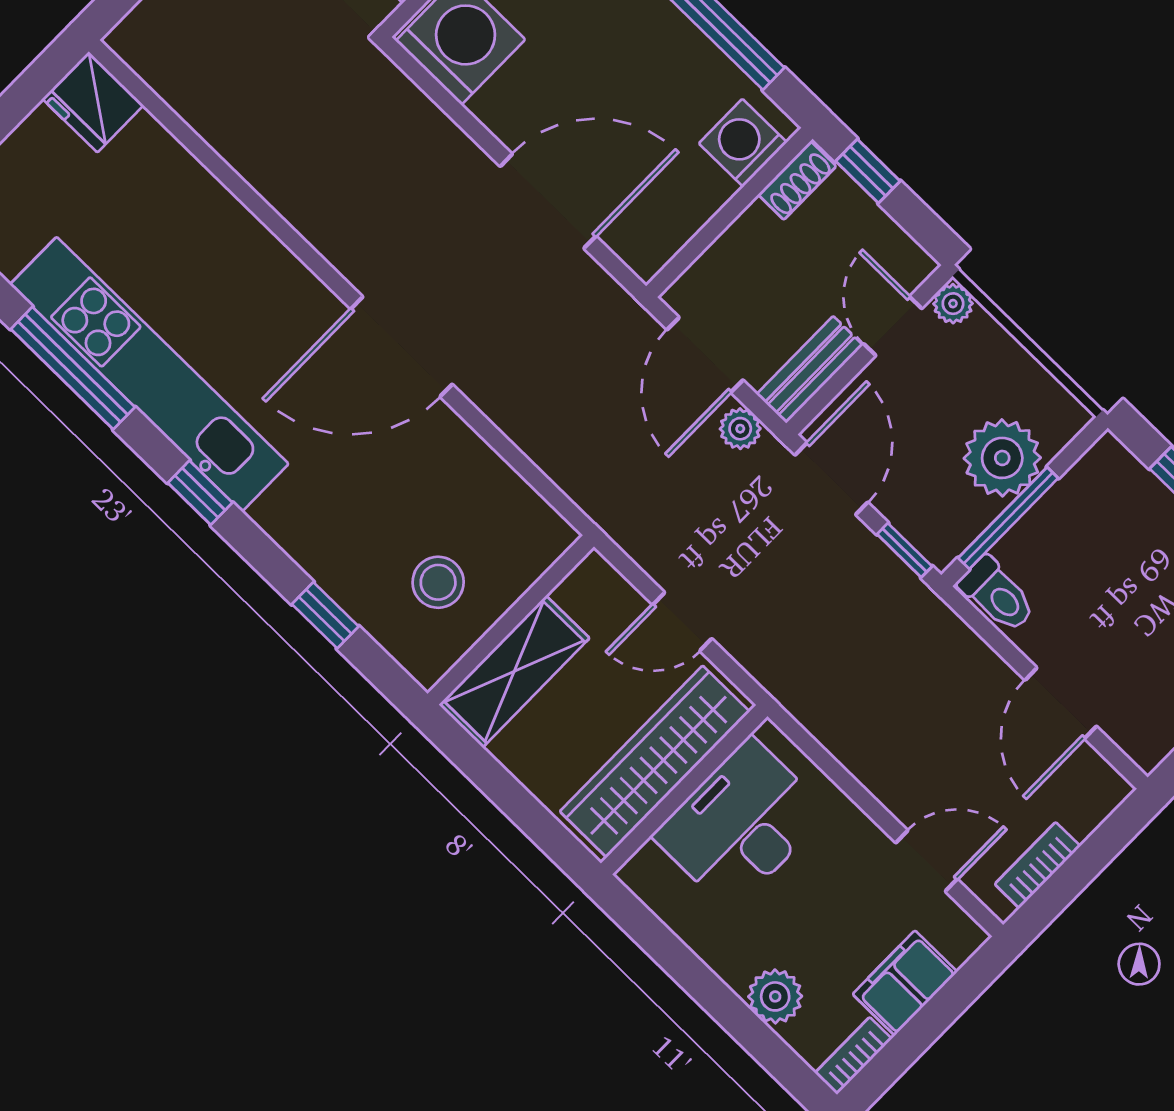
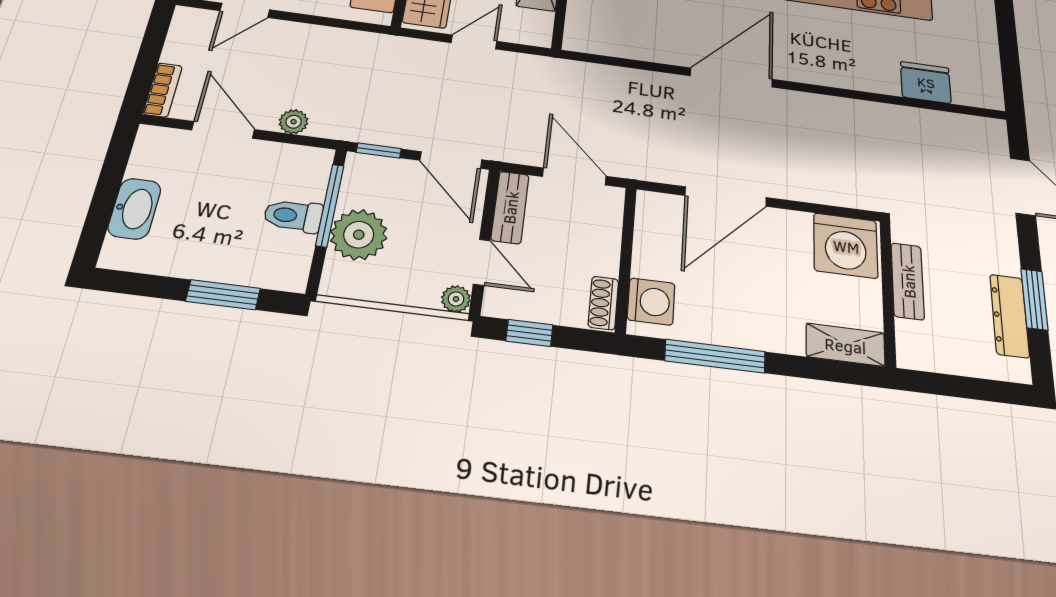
fridge: (93, 102) -> (926, 82), moved
window: (868, 171) -> (529, 333), moved
plant: (740, 429) -> (294, 122), moved
toilet: (997, 595) -> (293, 216), moved
bookcase: (1038, 865) -> (163, 90), moved

